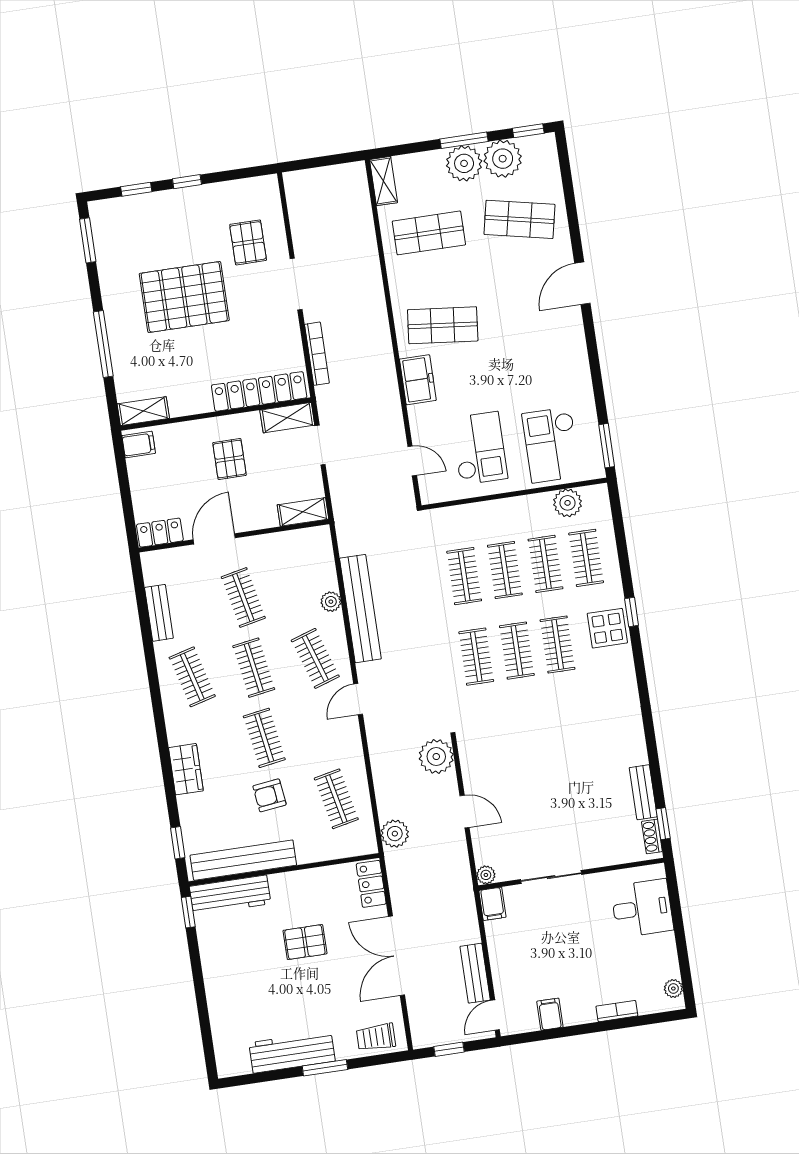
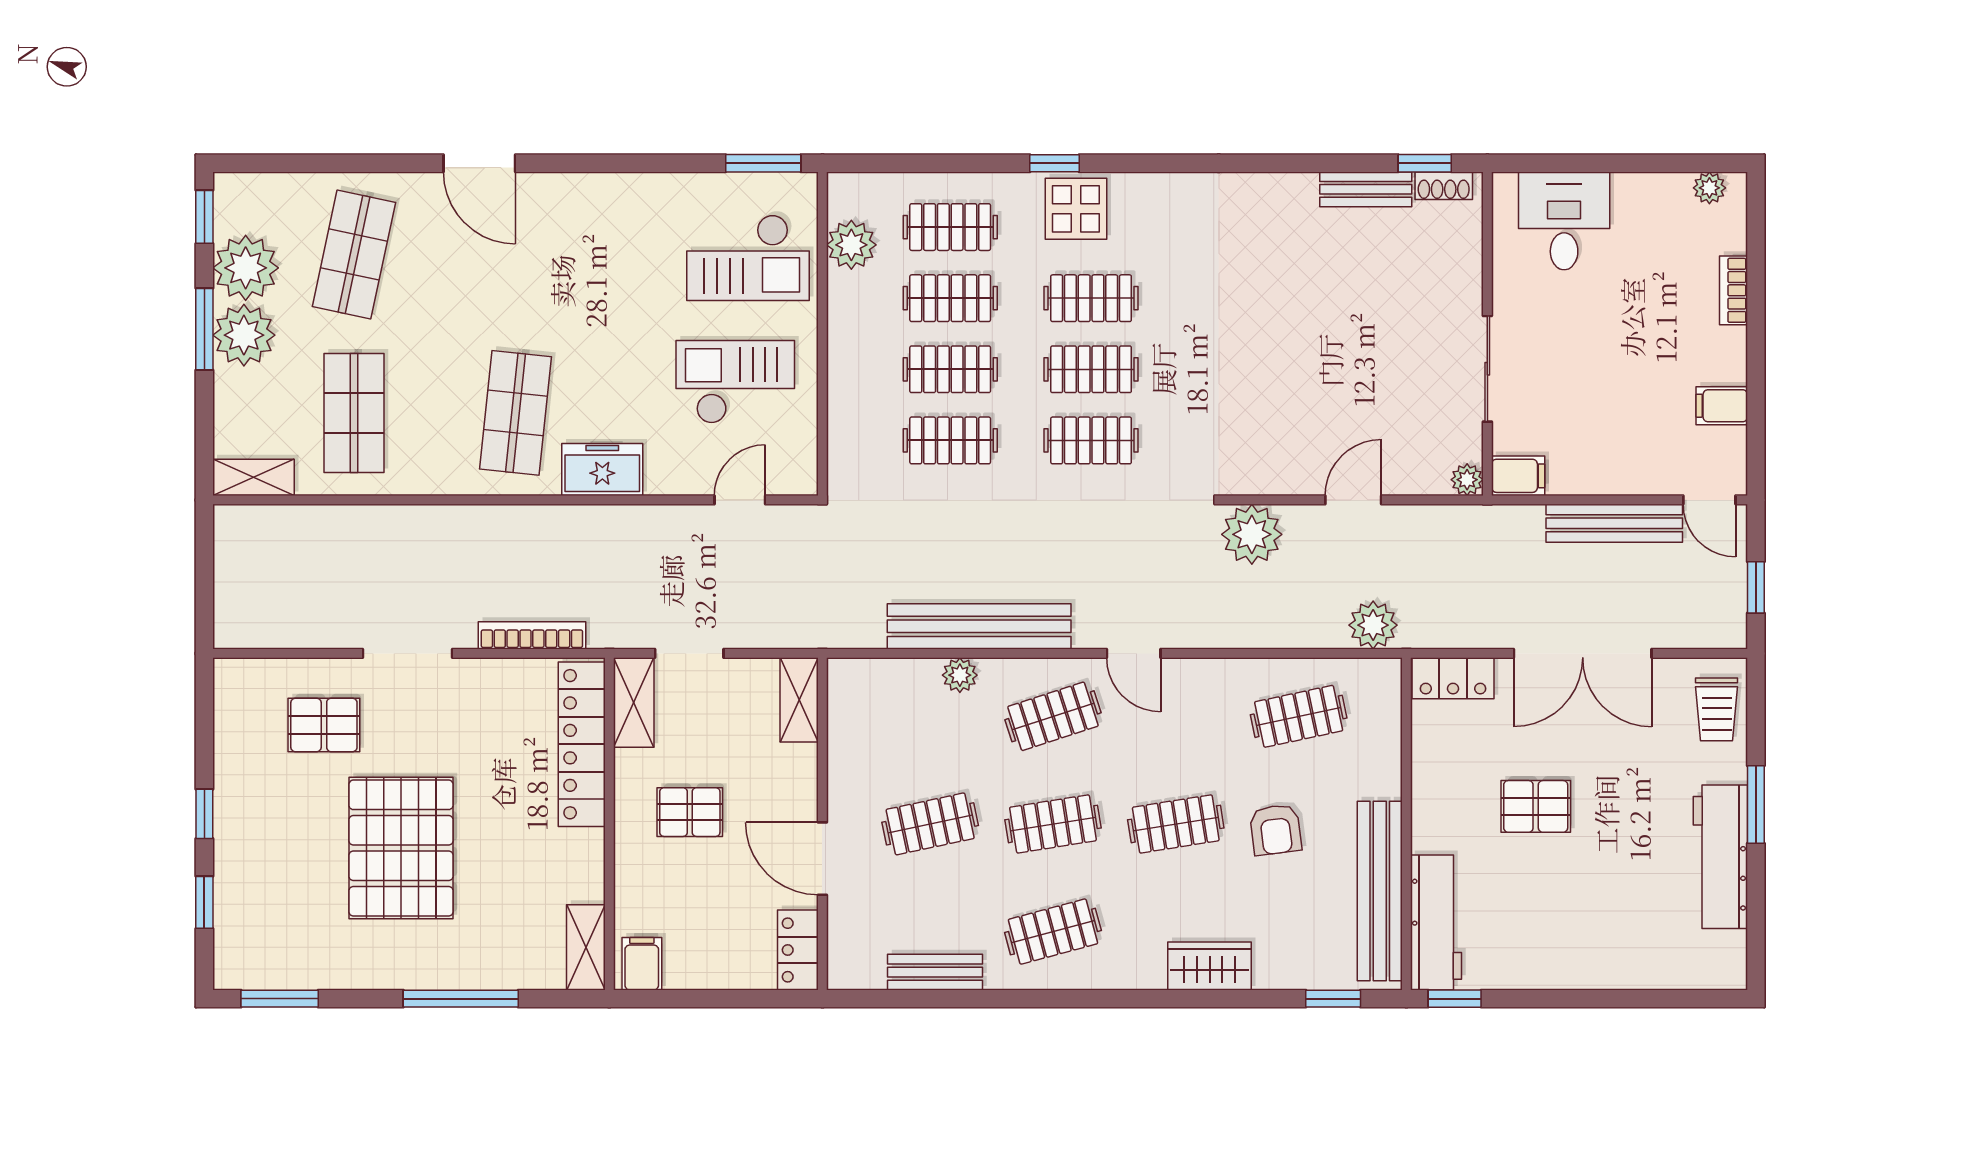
pallet: (305, 942) -> (1536, 806), turned 90
bench: (475, 973) -> (1614, 523), width x1.36

